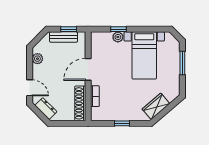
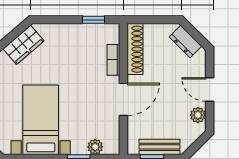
plant: (118, 37) -> (95, 147), moved
door: (30, 88) -> (210, 89), moved
window: (122, 123) -> (94, 20), moved

